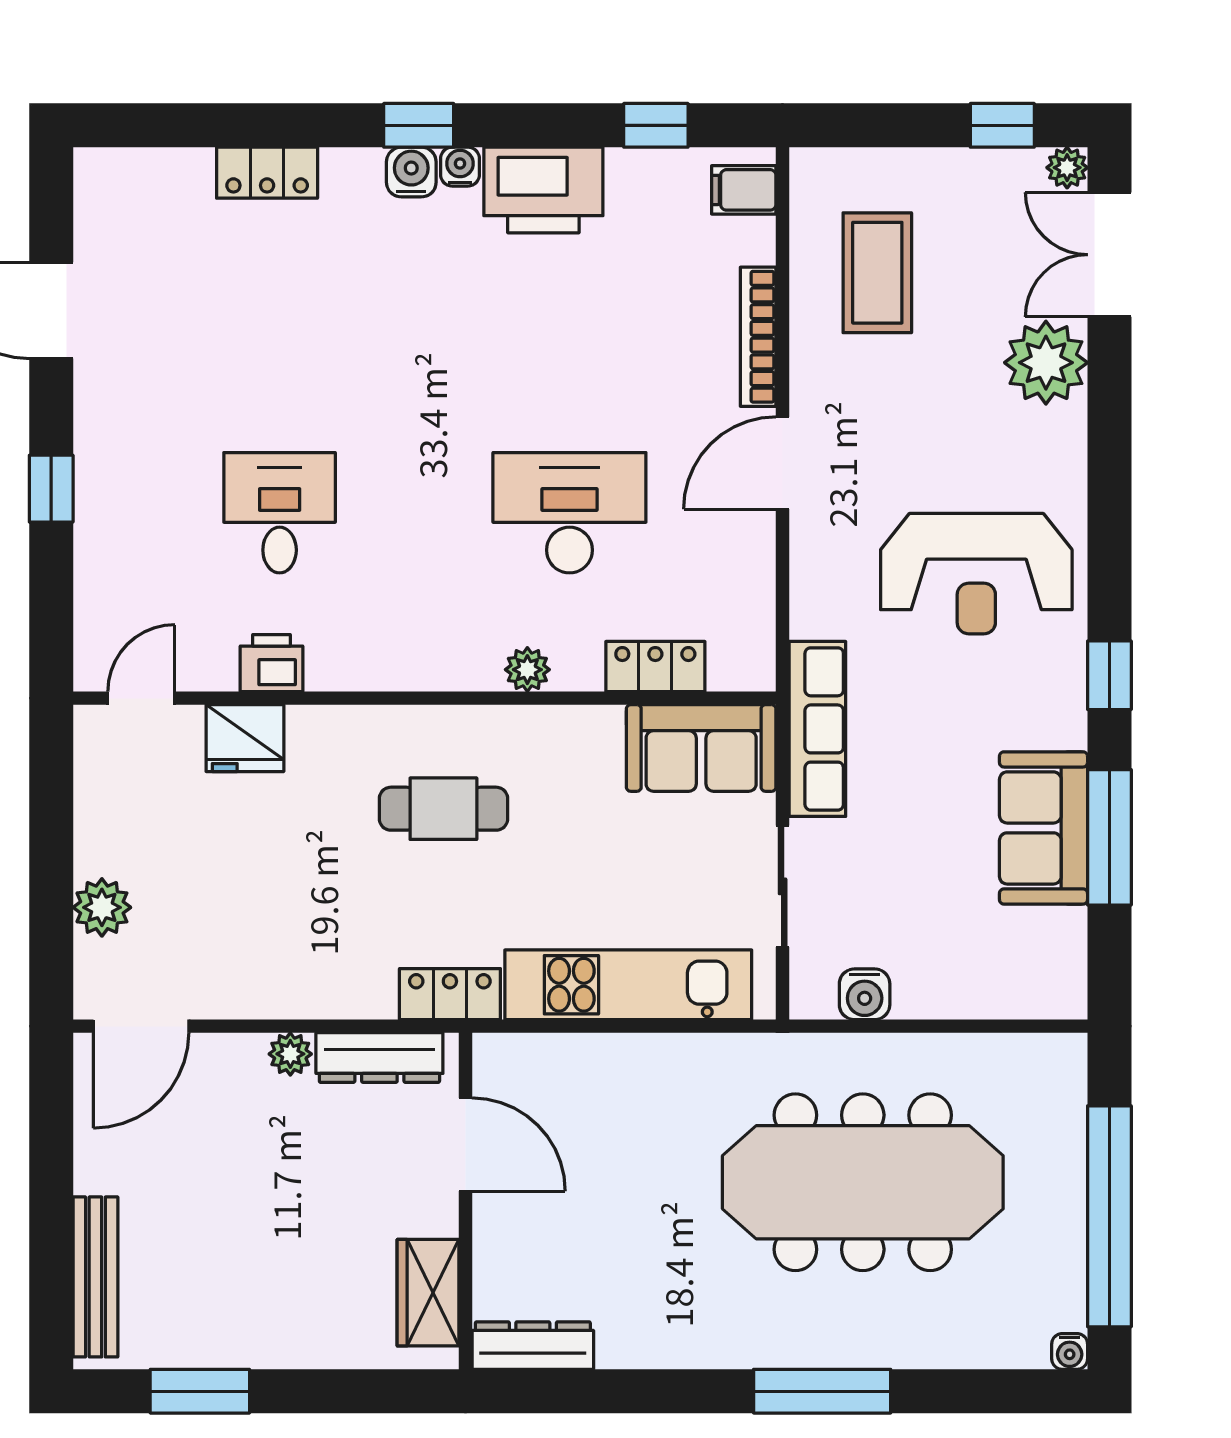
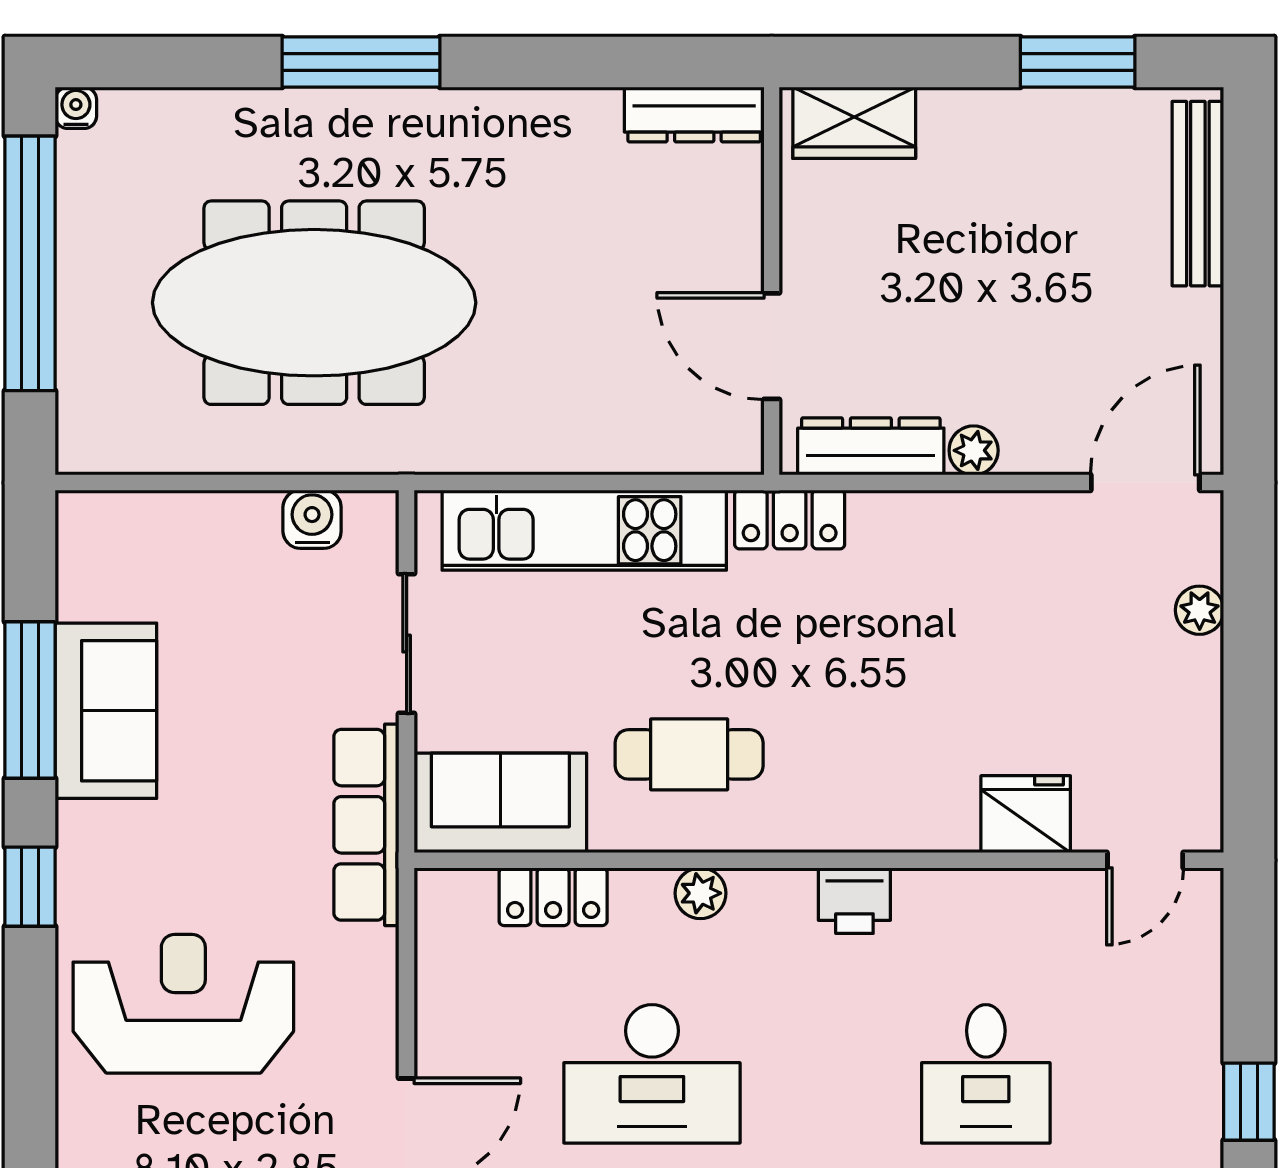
printer: (272, 663) -> (854, 901), moved
cafe table: (443, 809) -> (689, 754), moved
plant: (102, 907) -> (1200, 610), width x0.73, depth x0.73
wardrobe: (428, 1293) -> (854, 123), moved, turned 90

